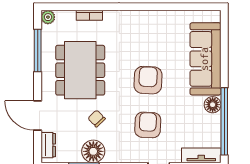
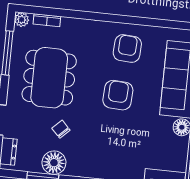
bookcase: (89, 15) -> (47, 20), moved
armchair: (148, 125) -> (127, 49), moved

